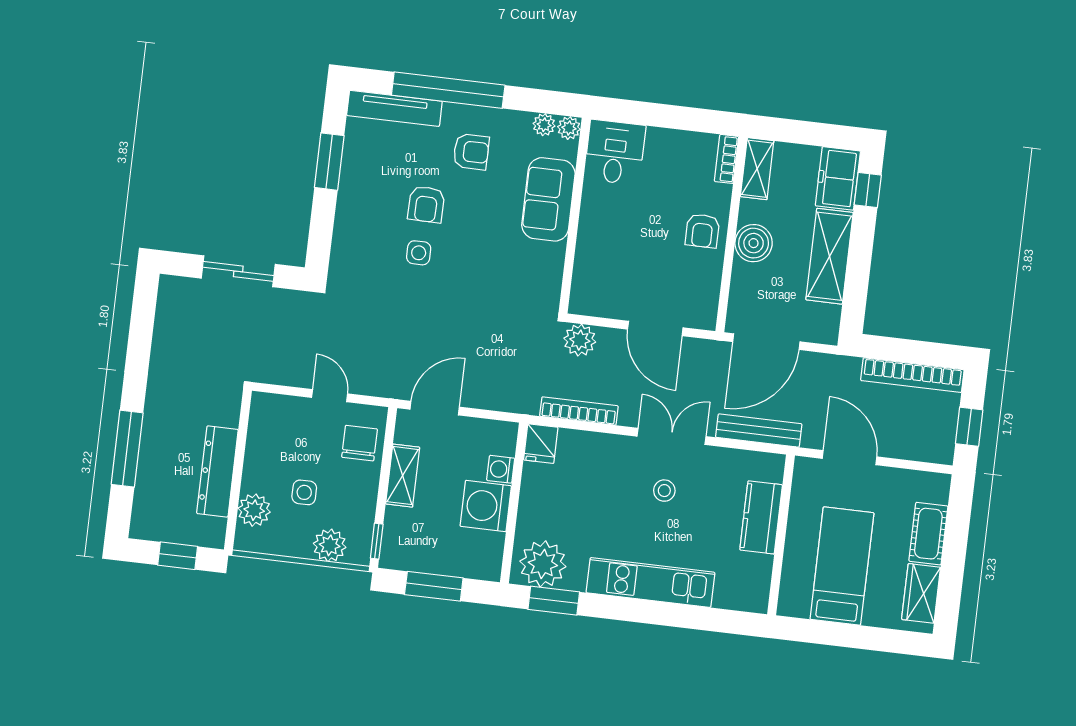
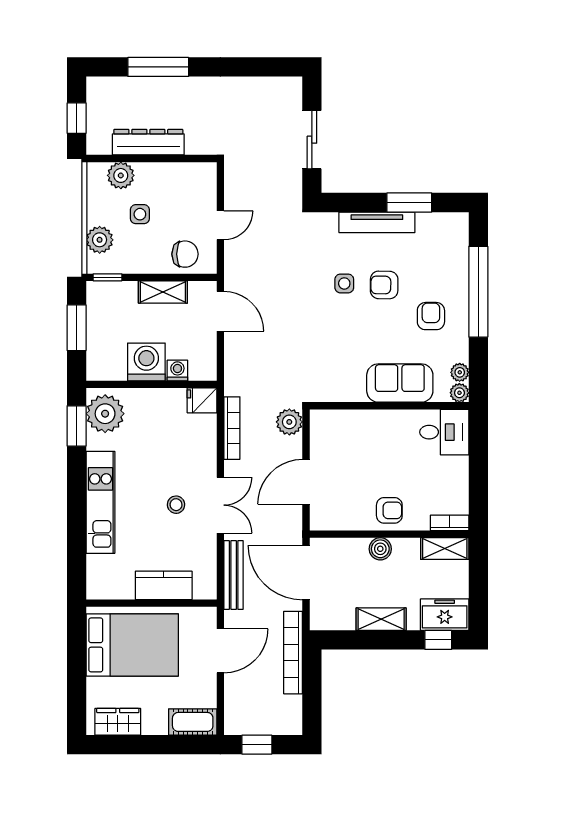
tv unit: (394, 108) -> (377, 222), moved, turned -90
armchair: (471, 152) -> (431, 316), turned 180
armchair: (702, 231) -> (389, 510), turned 180
boiler: (754, 243) -> (380, 549), width x0.73, depth x0.73
shelving: (830, 256) -> (381, 619), width x0.67, depth x0.75
bookcase: (912, 375) -> (293, 653), moved
cot: (928, 534) -> (193, 722), moved
bed: (842, 566) -> (132, 645), width x1.50

